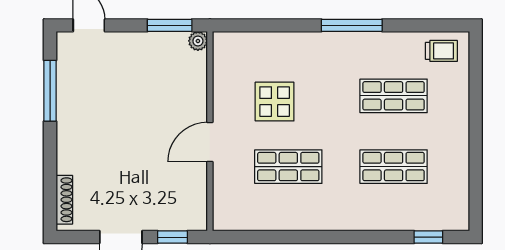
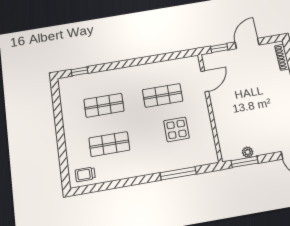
window: (352, 25) -> (178, 173), moved
plant: (198, 41) -> (248, 152), moved
door: (210, 142) -> (205, 81), moved

